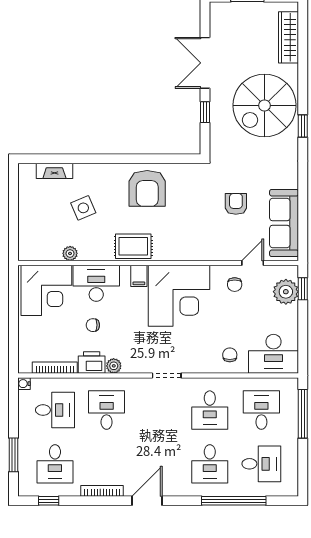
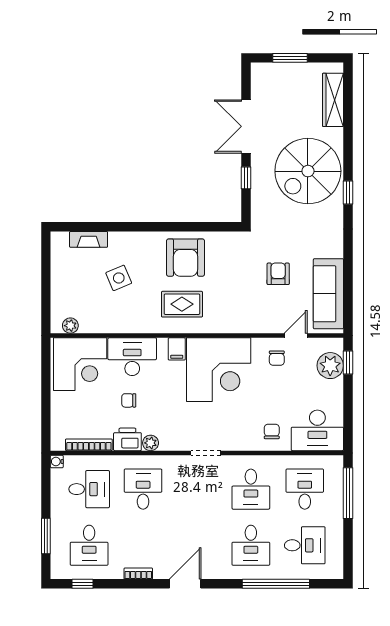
rug: (133, 246) -> (182, 304), moved
plant: (70, 253) -> (70, 326), moved
bookcase: (102, 491) -> (138, 574), width x0.64

